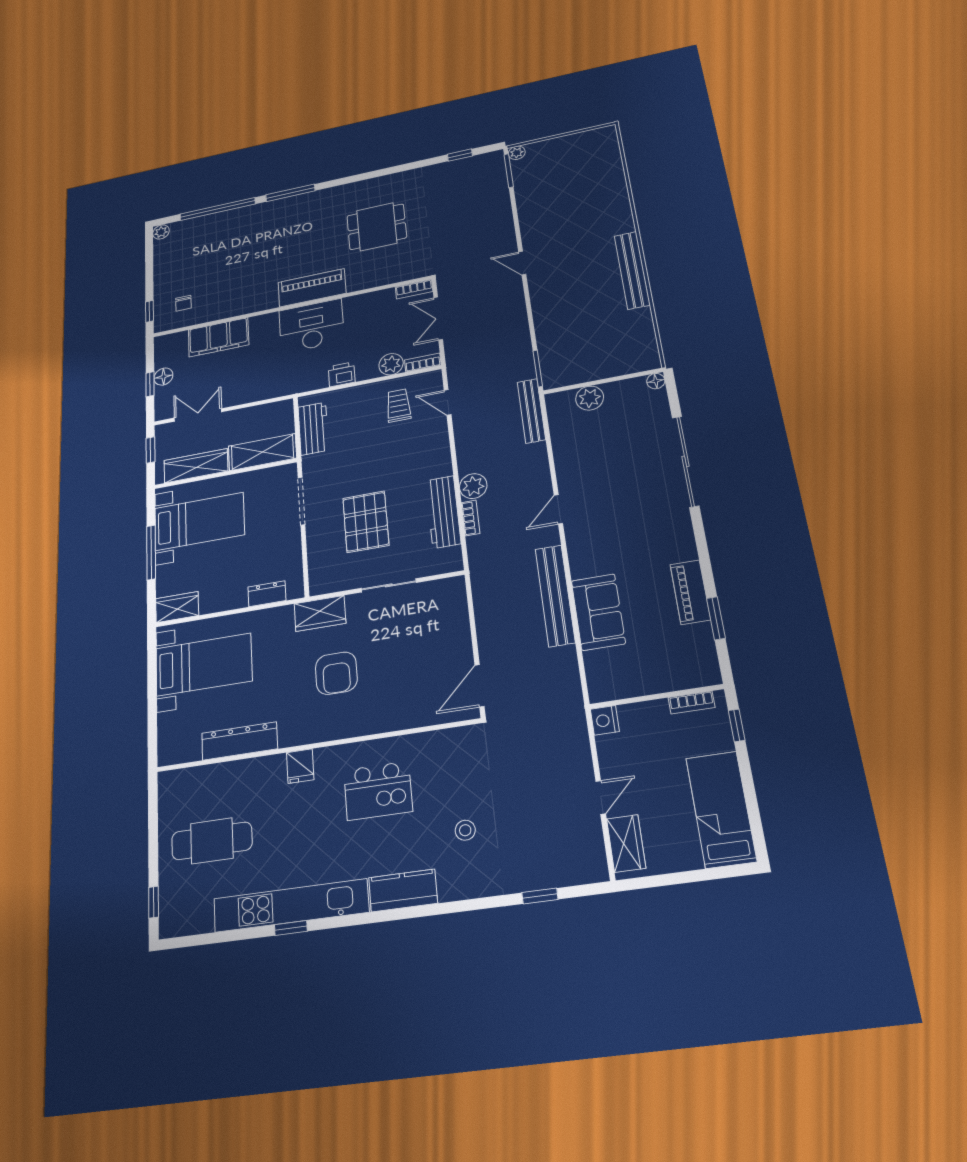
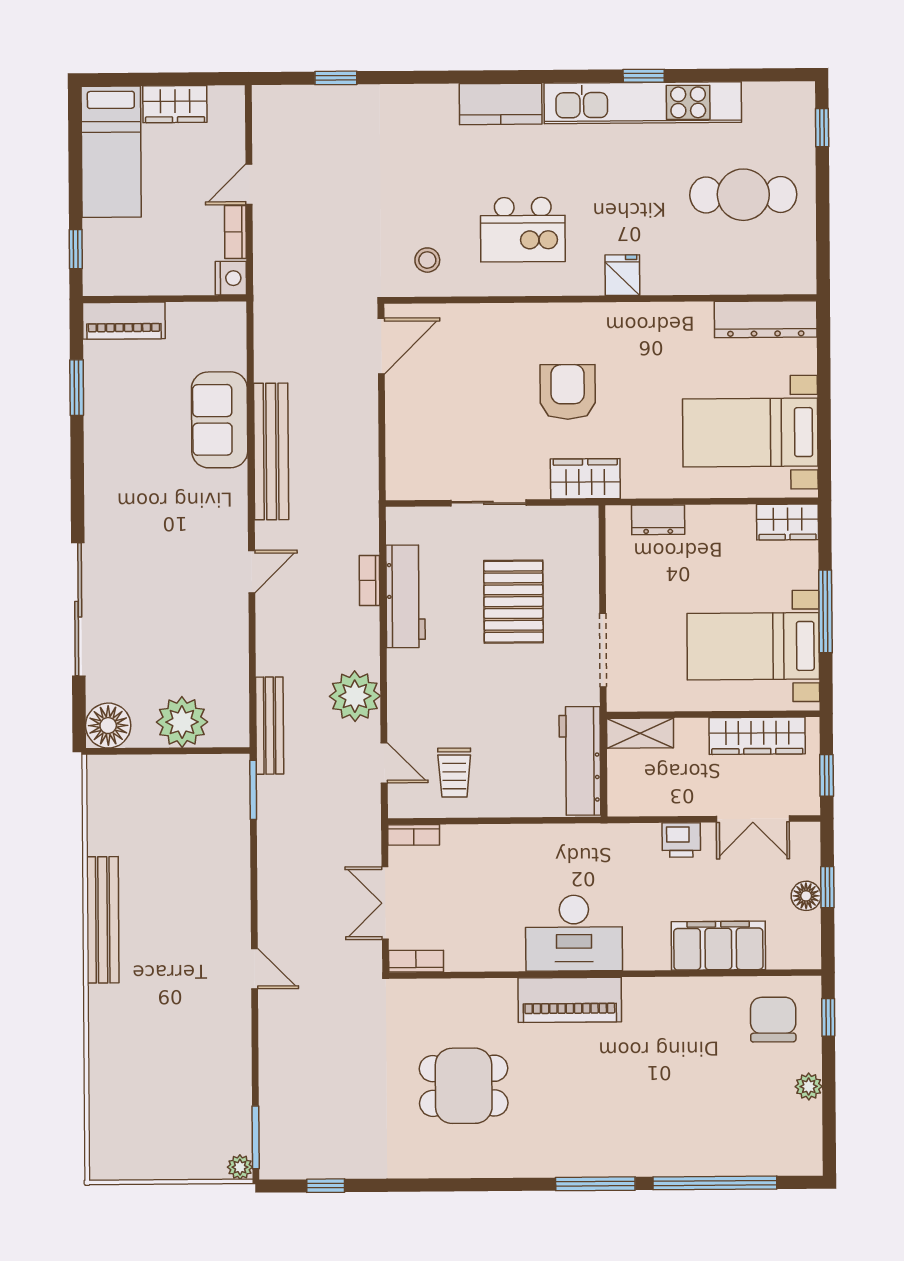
plant: (161, 232) -> (809, 1086), moved
chair: (183, 303) -> (773, 1020), width x1.87, depth x1.87
double door: (438, 318) -> (385, 903), swing flipped
plant: (391, 364) -> (460, 842), removed
printer: (342, 374) -> (681, 840), moved
floor lamp: (656, 381) -> (108, 726), width x1.89, depth x1.89
plant: (590, 398) -> (182, 722), width x1.36, depth x1.36
workbench: (313, 429) -> (580, 761), width x1.37
shelving: (262, 452) -> (640, 733), width x0.67, depth x0.75
plant: (473, 486) -> (355, 696), moved, width x1.36, depth x1.36
piano: (690, 592) -> (124, 321), moved, turned 90
bookcase: (692, 702) -> (235, 232), moved, turned -90
dresser: (240, 741) -> (766, 319), moved
kitchen island: (378, 791) -> (523, 230), turned 180
stool: (465, 830) -> (427, 260), moved
wardrobe: (626, 843) -> (175, 104), moved, turned -90

